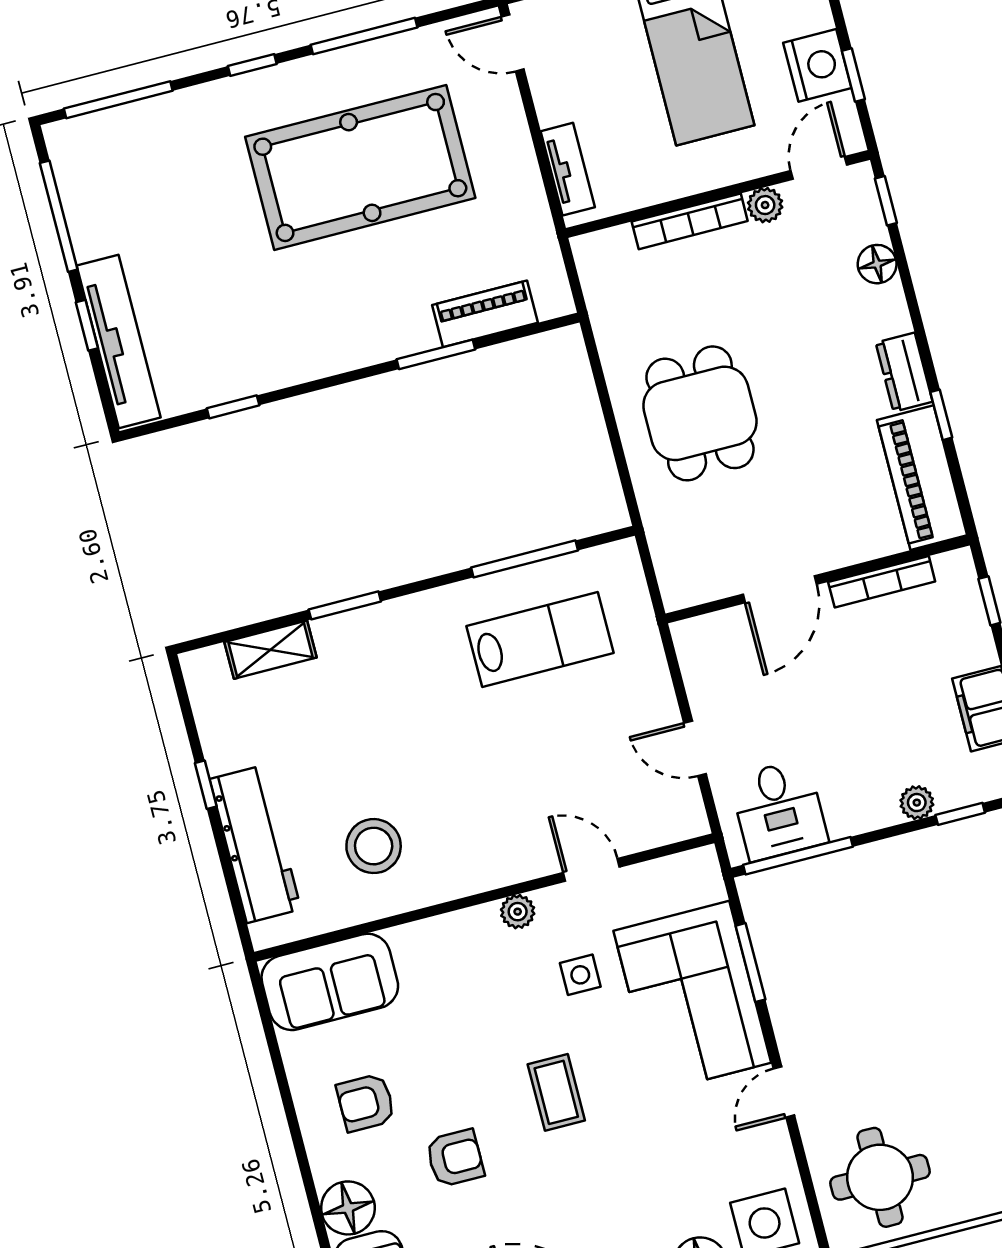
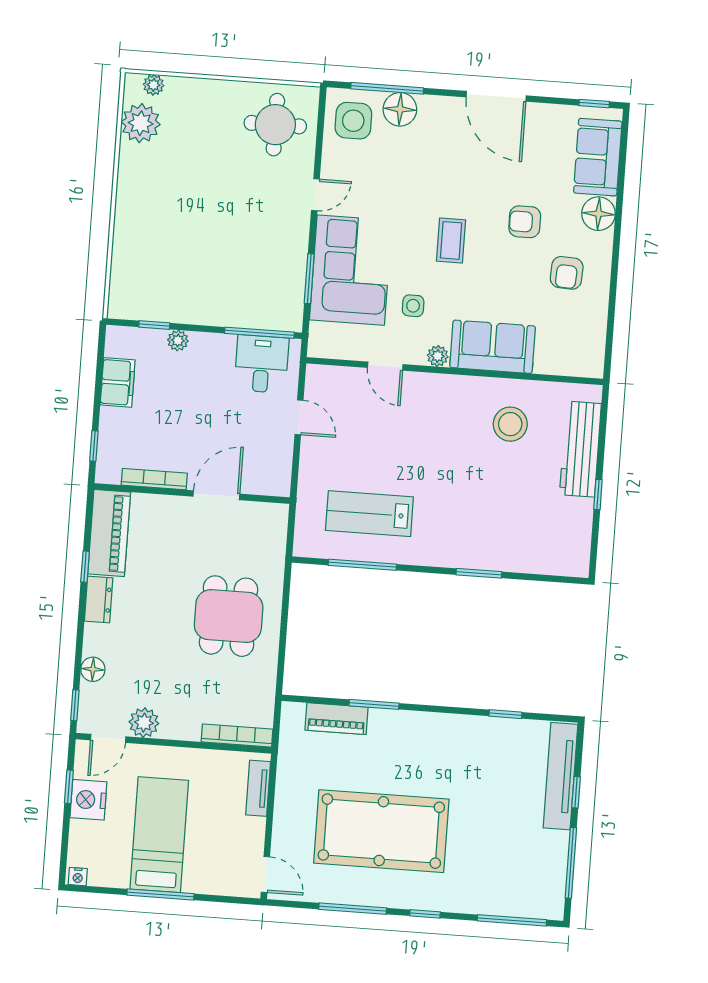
plant: (765, 205) -> (144, 723), width x1.38, depth x1.38
bookcase: (690, 221) -> (237, 736), moved
shelving: (271, 650) -> (532, 562), removed
sofa: (330, 982) -> (493, 347), moved
armchair: (366, 1103) -> (567, 273), turned 93

